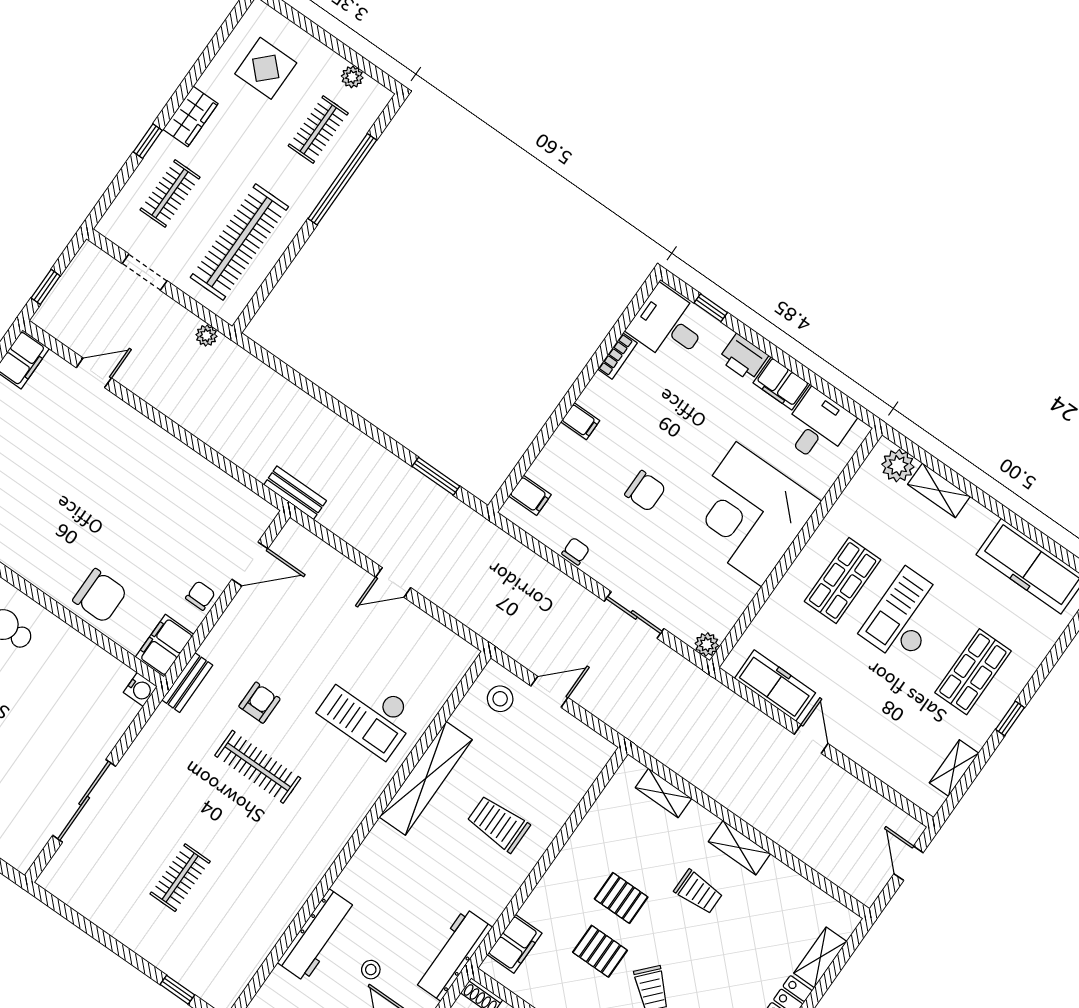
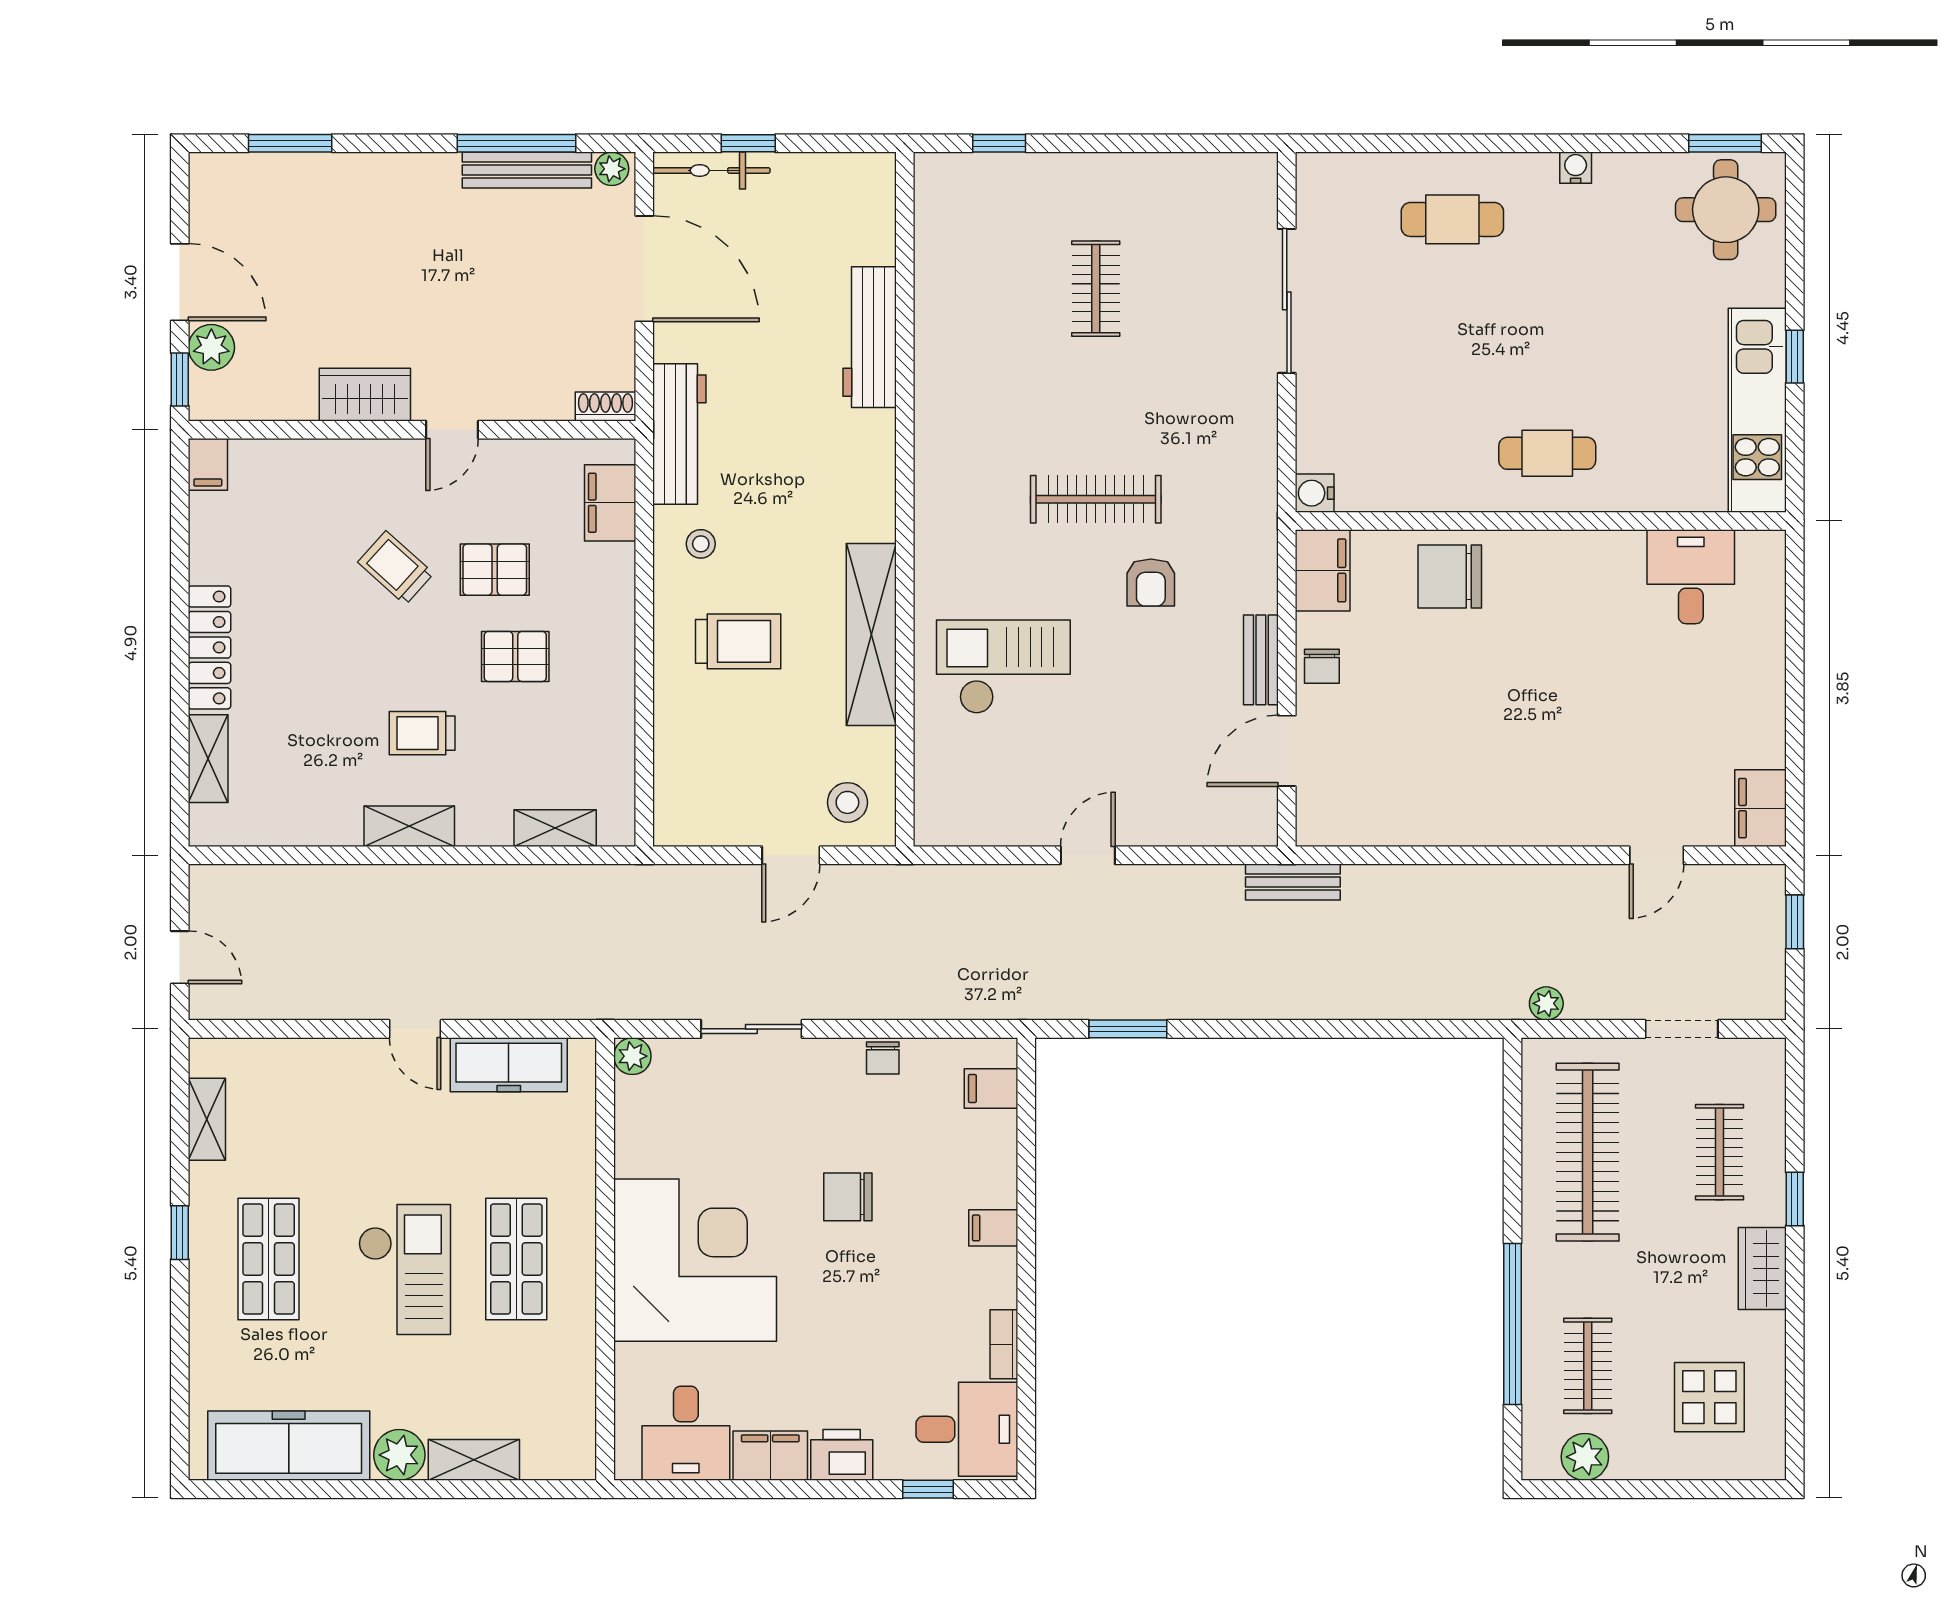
plant: (352, 77) -> (1585, 1457), width x1.38, depth x1.38
plant: (898, 466) -> (399, 1455), moved
bench: (187, 683) -> (1261, 660), moved
stool: (371, 970) -> (701, 544), moved

